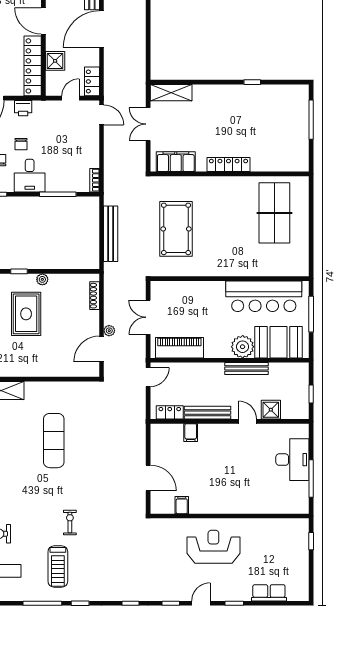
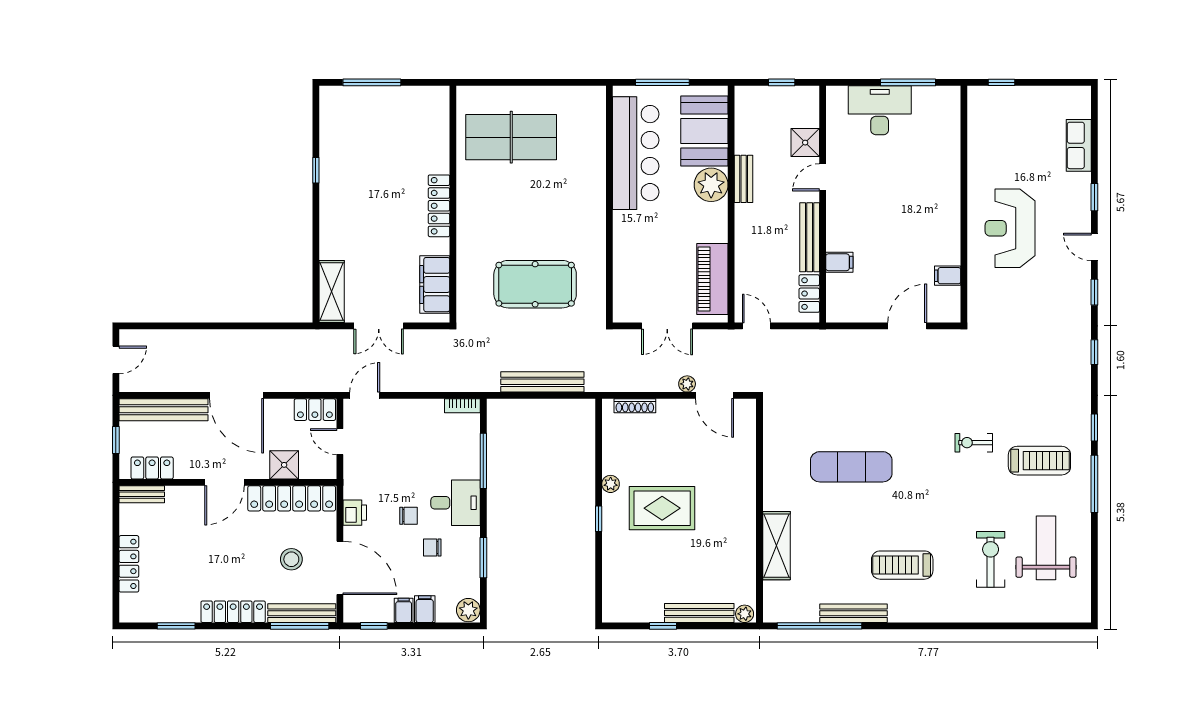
bench: (247, 368) -> (744, 179), width x0.73

